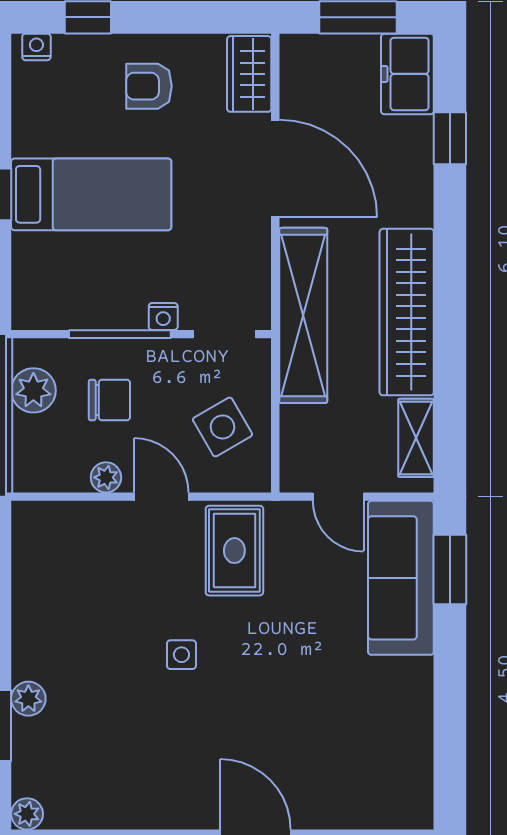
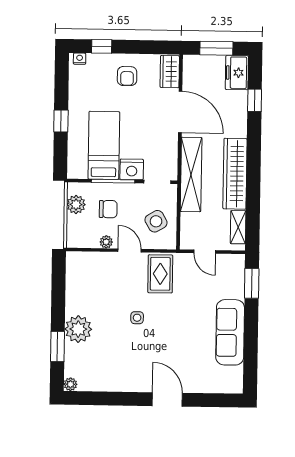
armchair: (149, 86) -> (127, 76), turned -90
bed: (91, 194) -> (104, 145), moved, turned -90
nightstand: (163, 316) -> (132, 169), width x1.89, depth x1.79
sofa: (401, 578) -> (230, 332), moved
plant: (28, 699) -> (78, 329), width x1.88, depth x1.88

